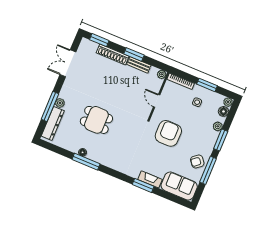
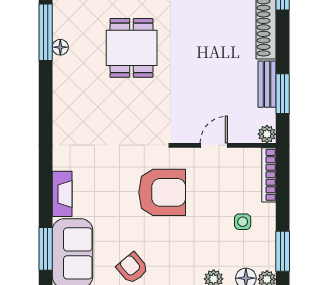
window: (134, 54) -> (283, 94), moved
window: (207, 85) -> (283, 251), moved
window: (86, 162) -> (46, 32), moved
window: (143, 185) -> (46, 249), moved

